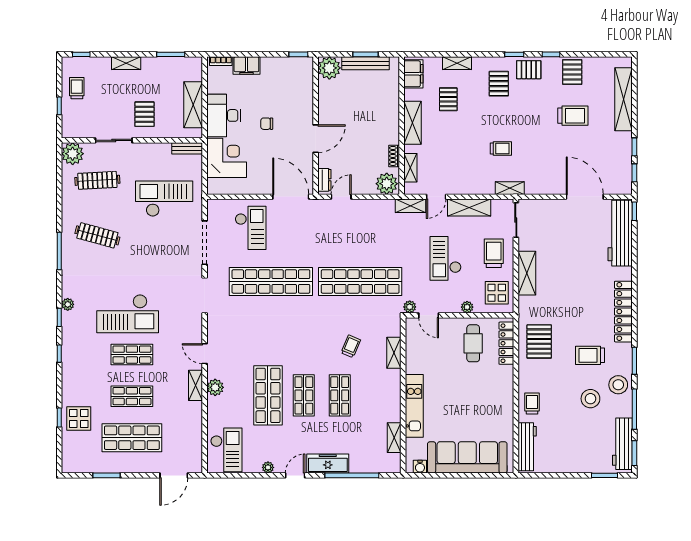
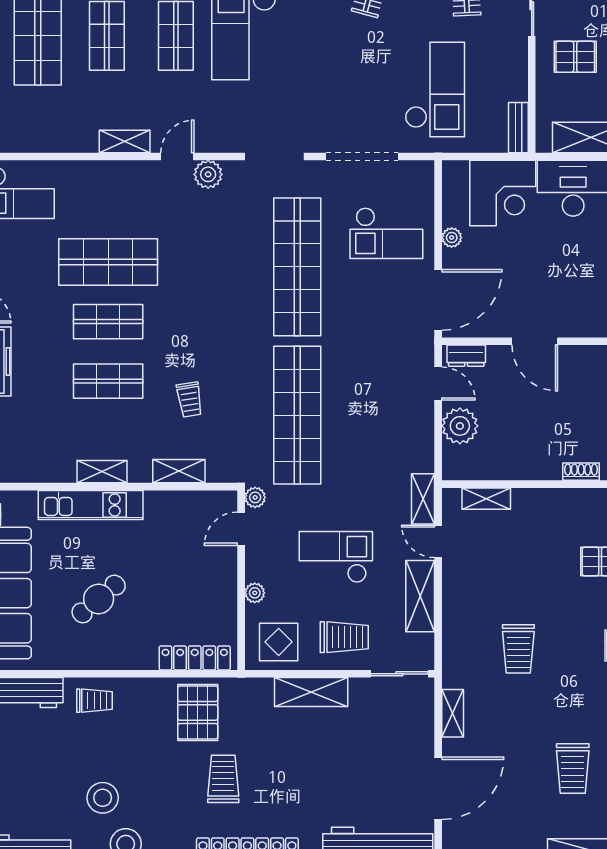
shelving: (413, 123) -> (561, 502), removed
chair: (267, 124) -> (559, 260), removed
trolley: (501, 148) -> (518, 649), width x1.36, depth x1.39
shoe rack: (394, 156) -> (581, 472), moved
plant: (387, 184) -> (460, 426), moved
shelving: (510, 188) -> (453, 713), moved
plant: (253, 189) -> (452, 238), added
pallet: (539, 341) -> (198, 713), turned 90
cafe table: (473, 343) -> (99, 599), moved, turned -40
trolley: (351, 346) -> (190, 400), turned 58
trolley: (590, 355) -> (223, 779), moved
plant: (215, 387) -> (208, 174), moved
shelving: (394, 438) -> (102, 472), moved

